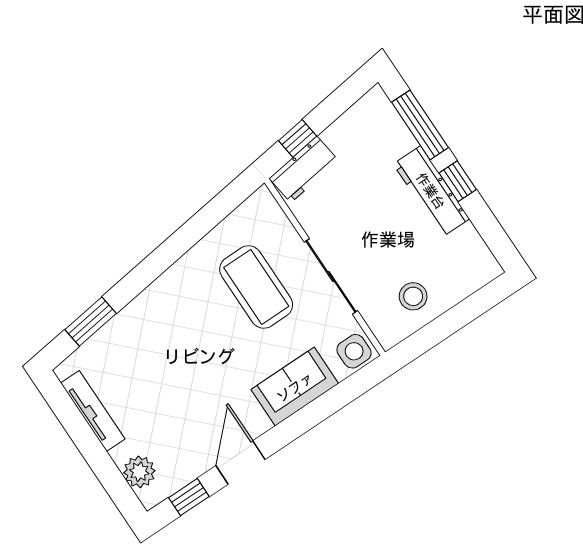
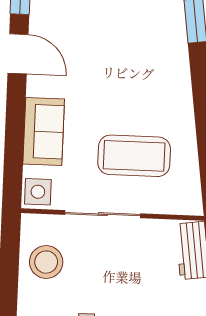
stool: (413, 296) -> (46, 262), width x1.38, depth x1.38

